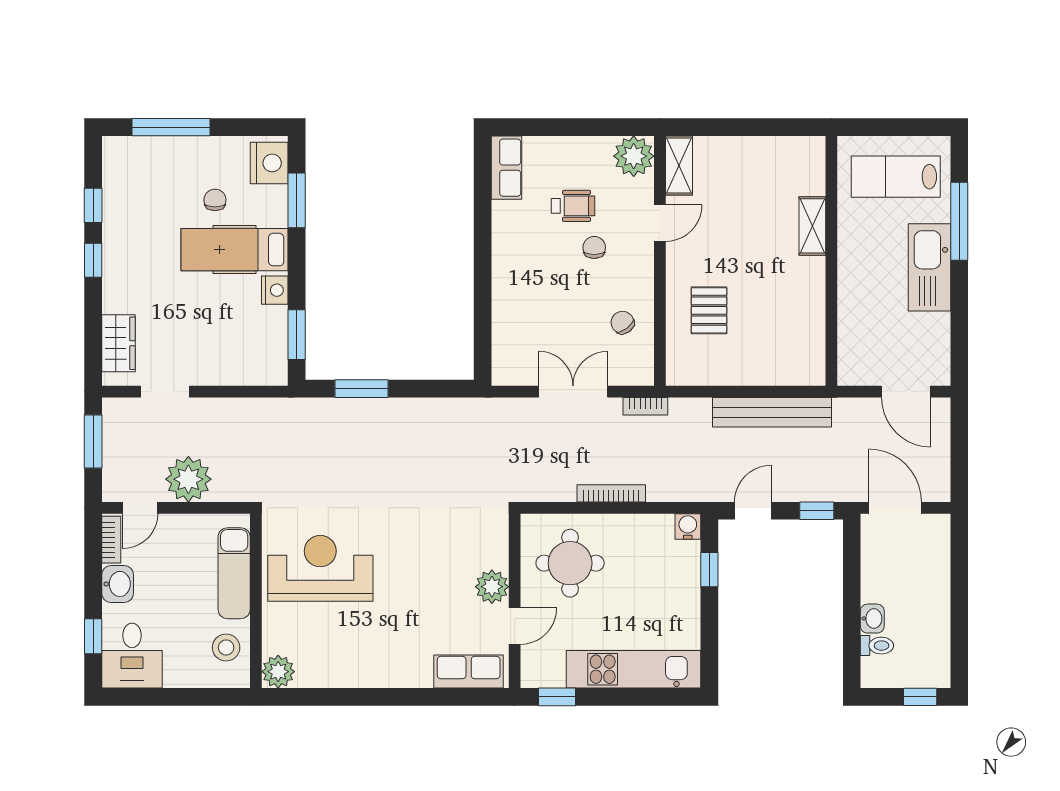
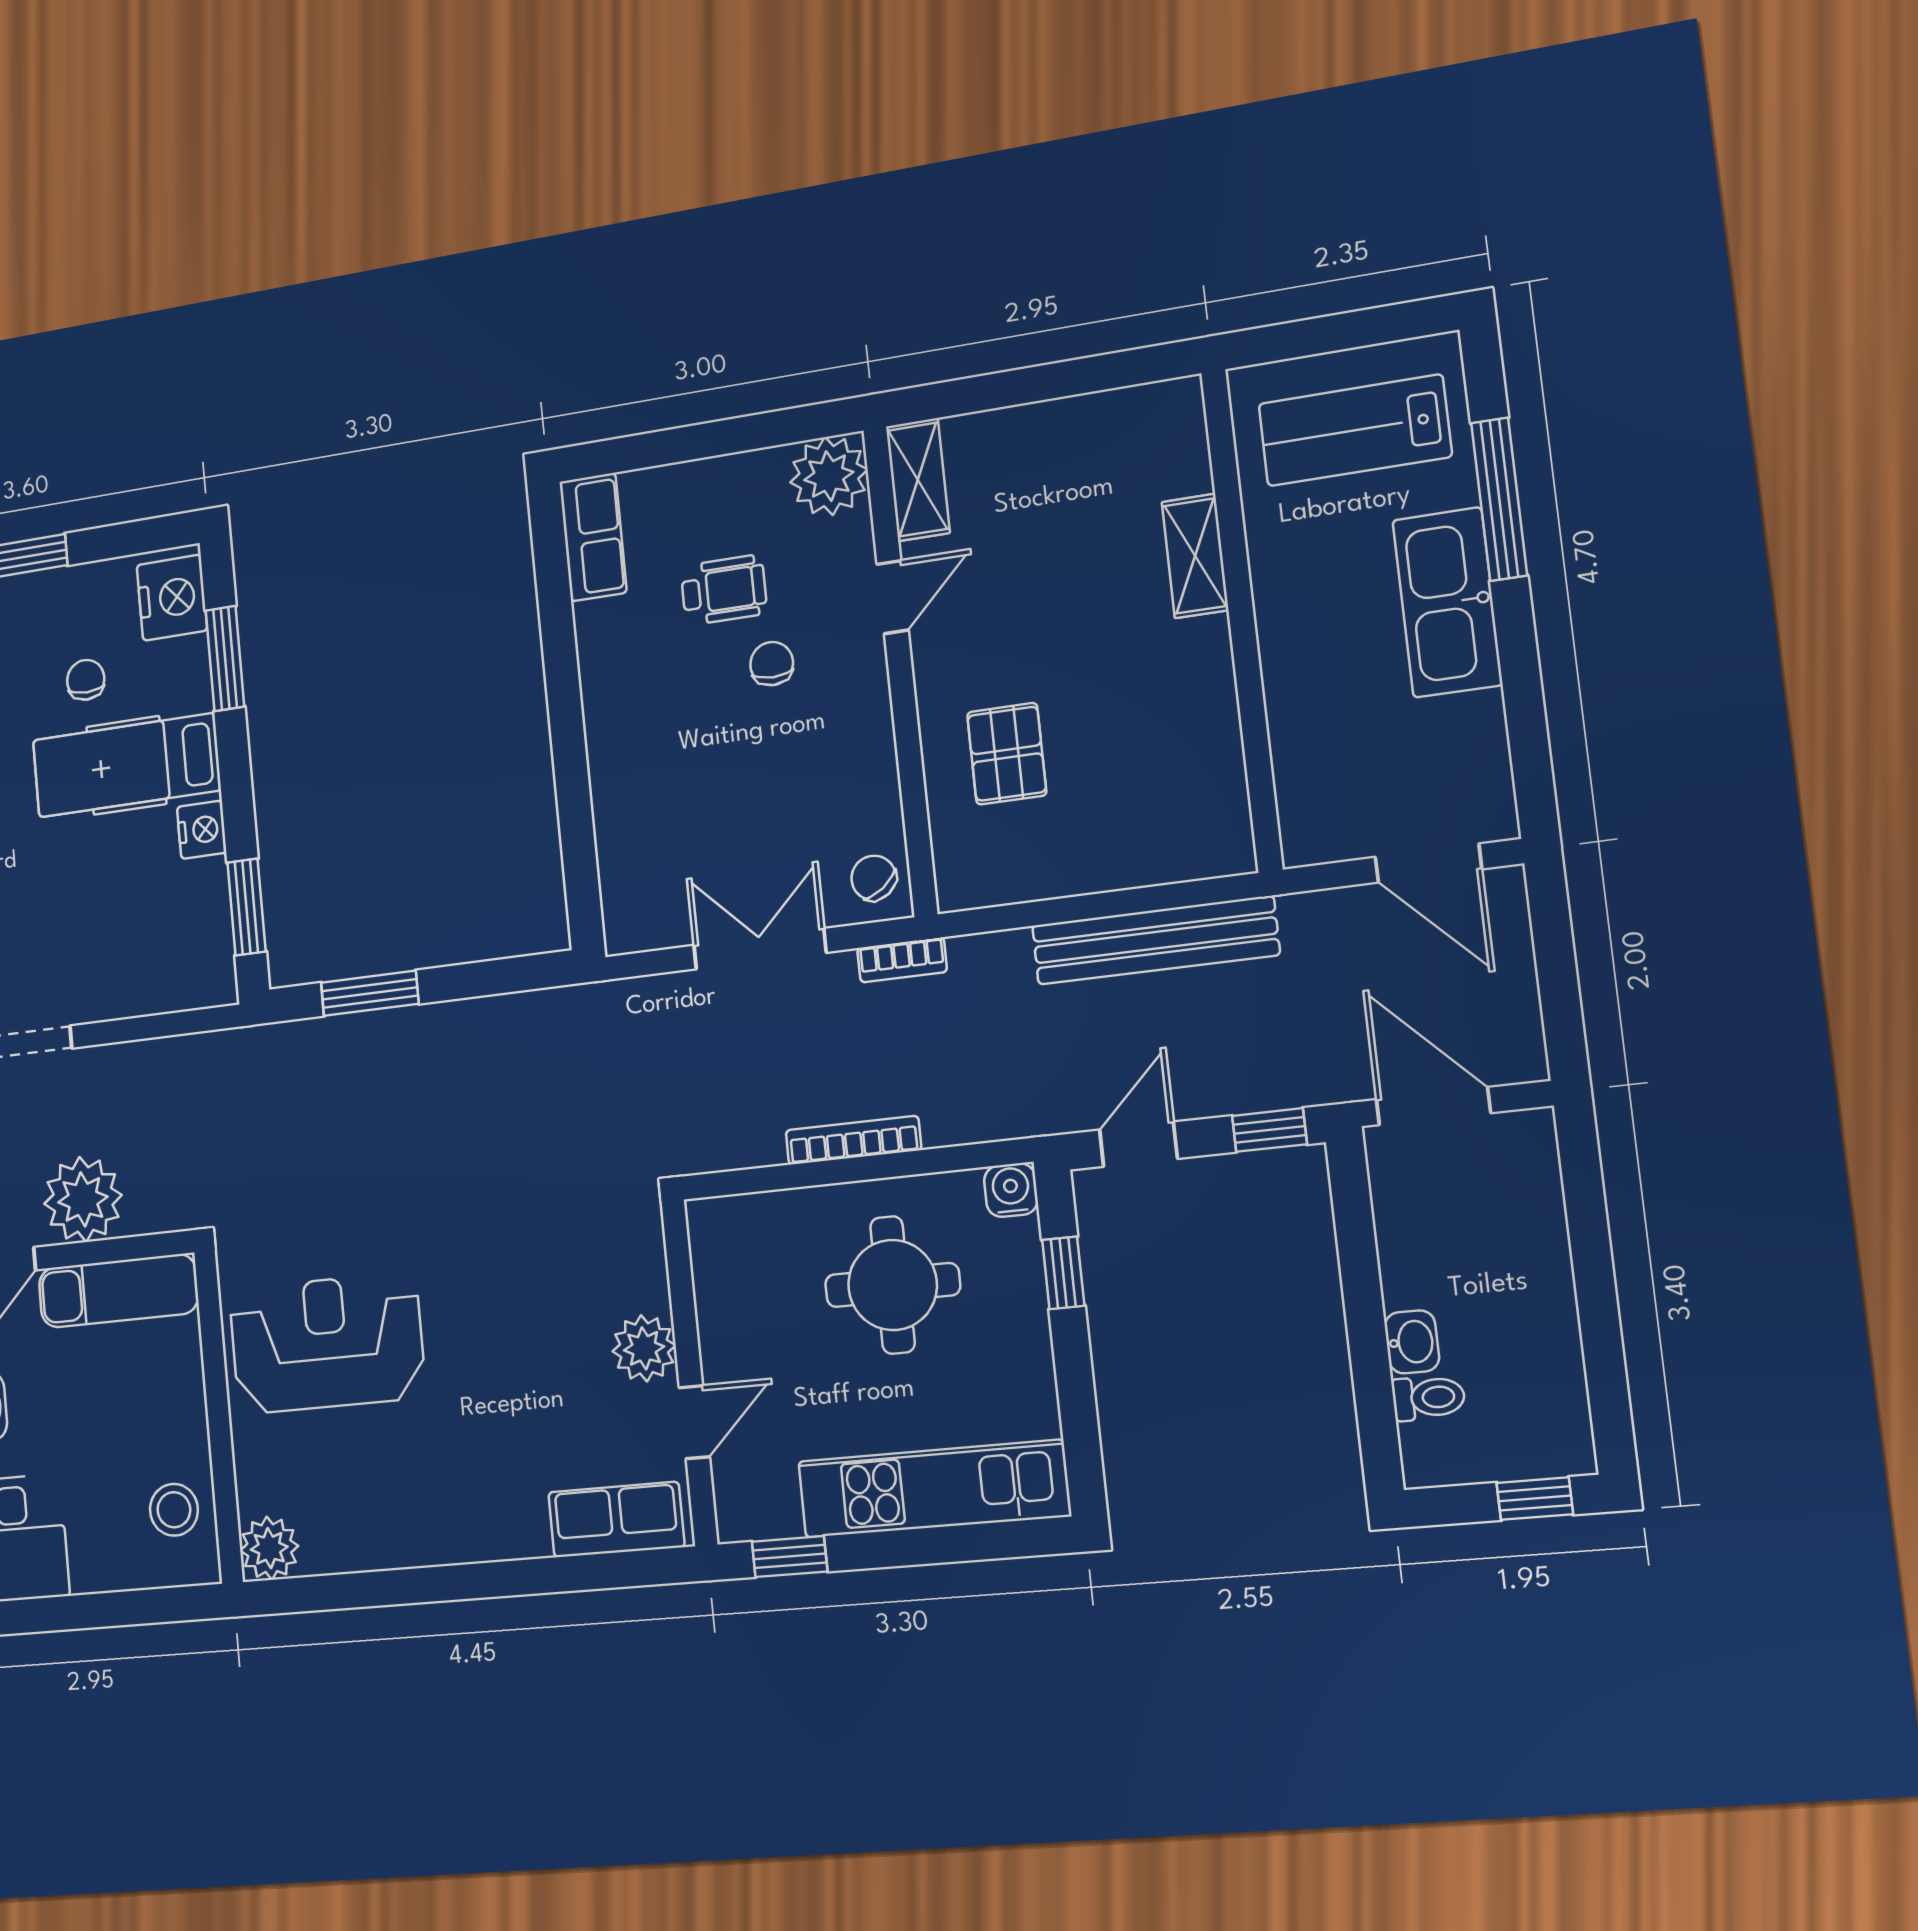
chair: (622, 323) -> (874, 878), moved
round table: (570, 563) -> (893, 1285), moved
exam couch: (234, 573) -> (118, 1291), moved, turned -90

